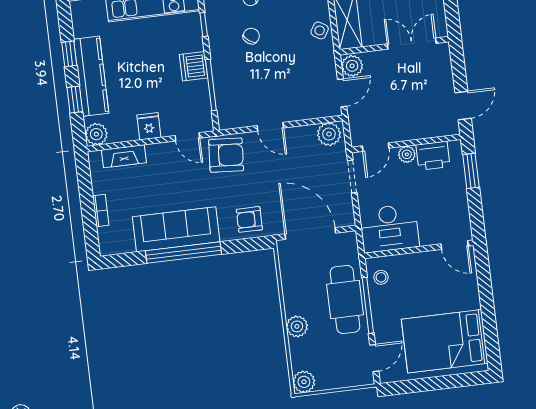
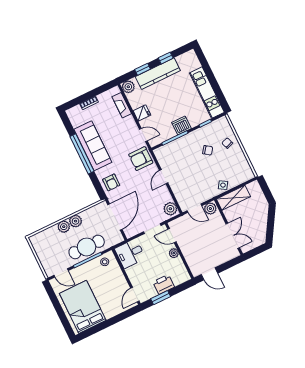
door: (187, 137) -> (143, 135), swing flipped
armchair: (226, 155) -> (141, 159), turned 86
printer: (433, 156) -> (164, 284), moved, turned 90
window: (471, 171) -> (161, 298), moved
armchair: (249, 219) -> (111, 182), turned 180
desk: (389, 228) -> (130, 254), width x0.73
plant: (304, 382) -> (76, 221), moved

